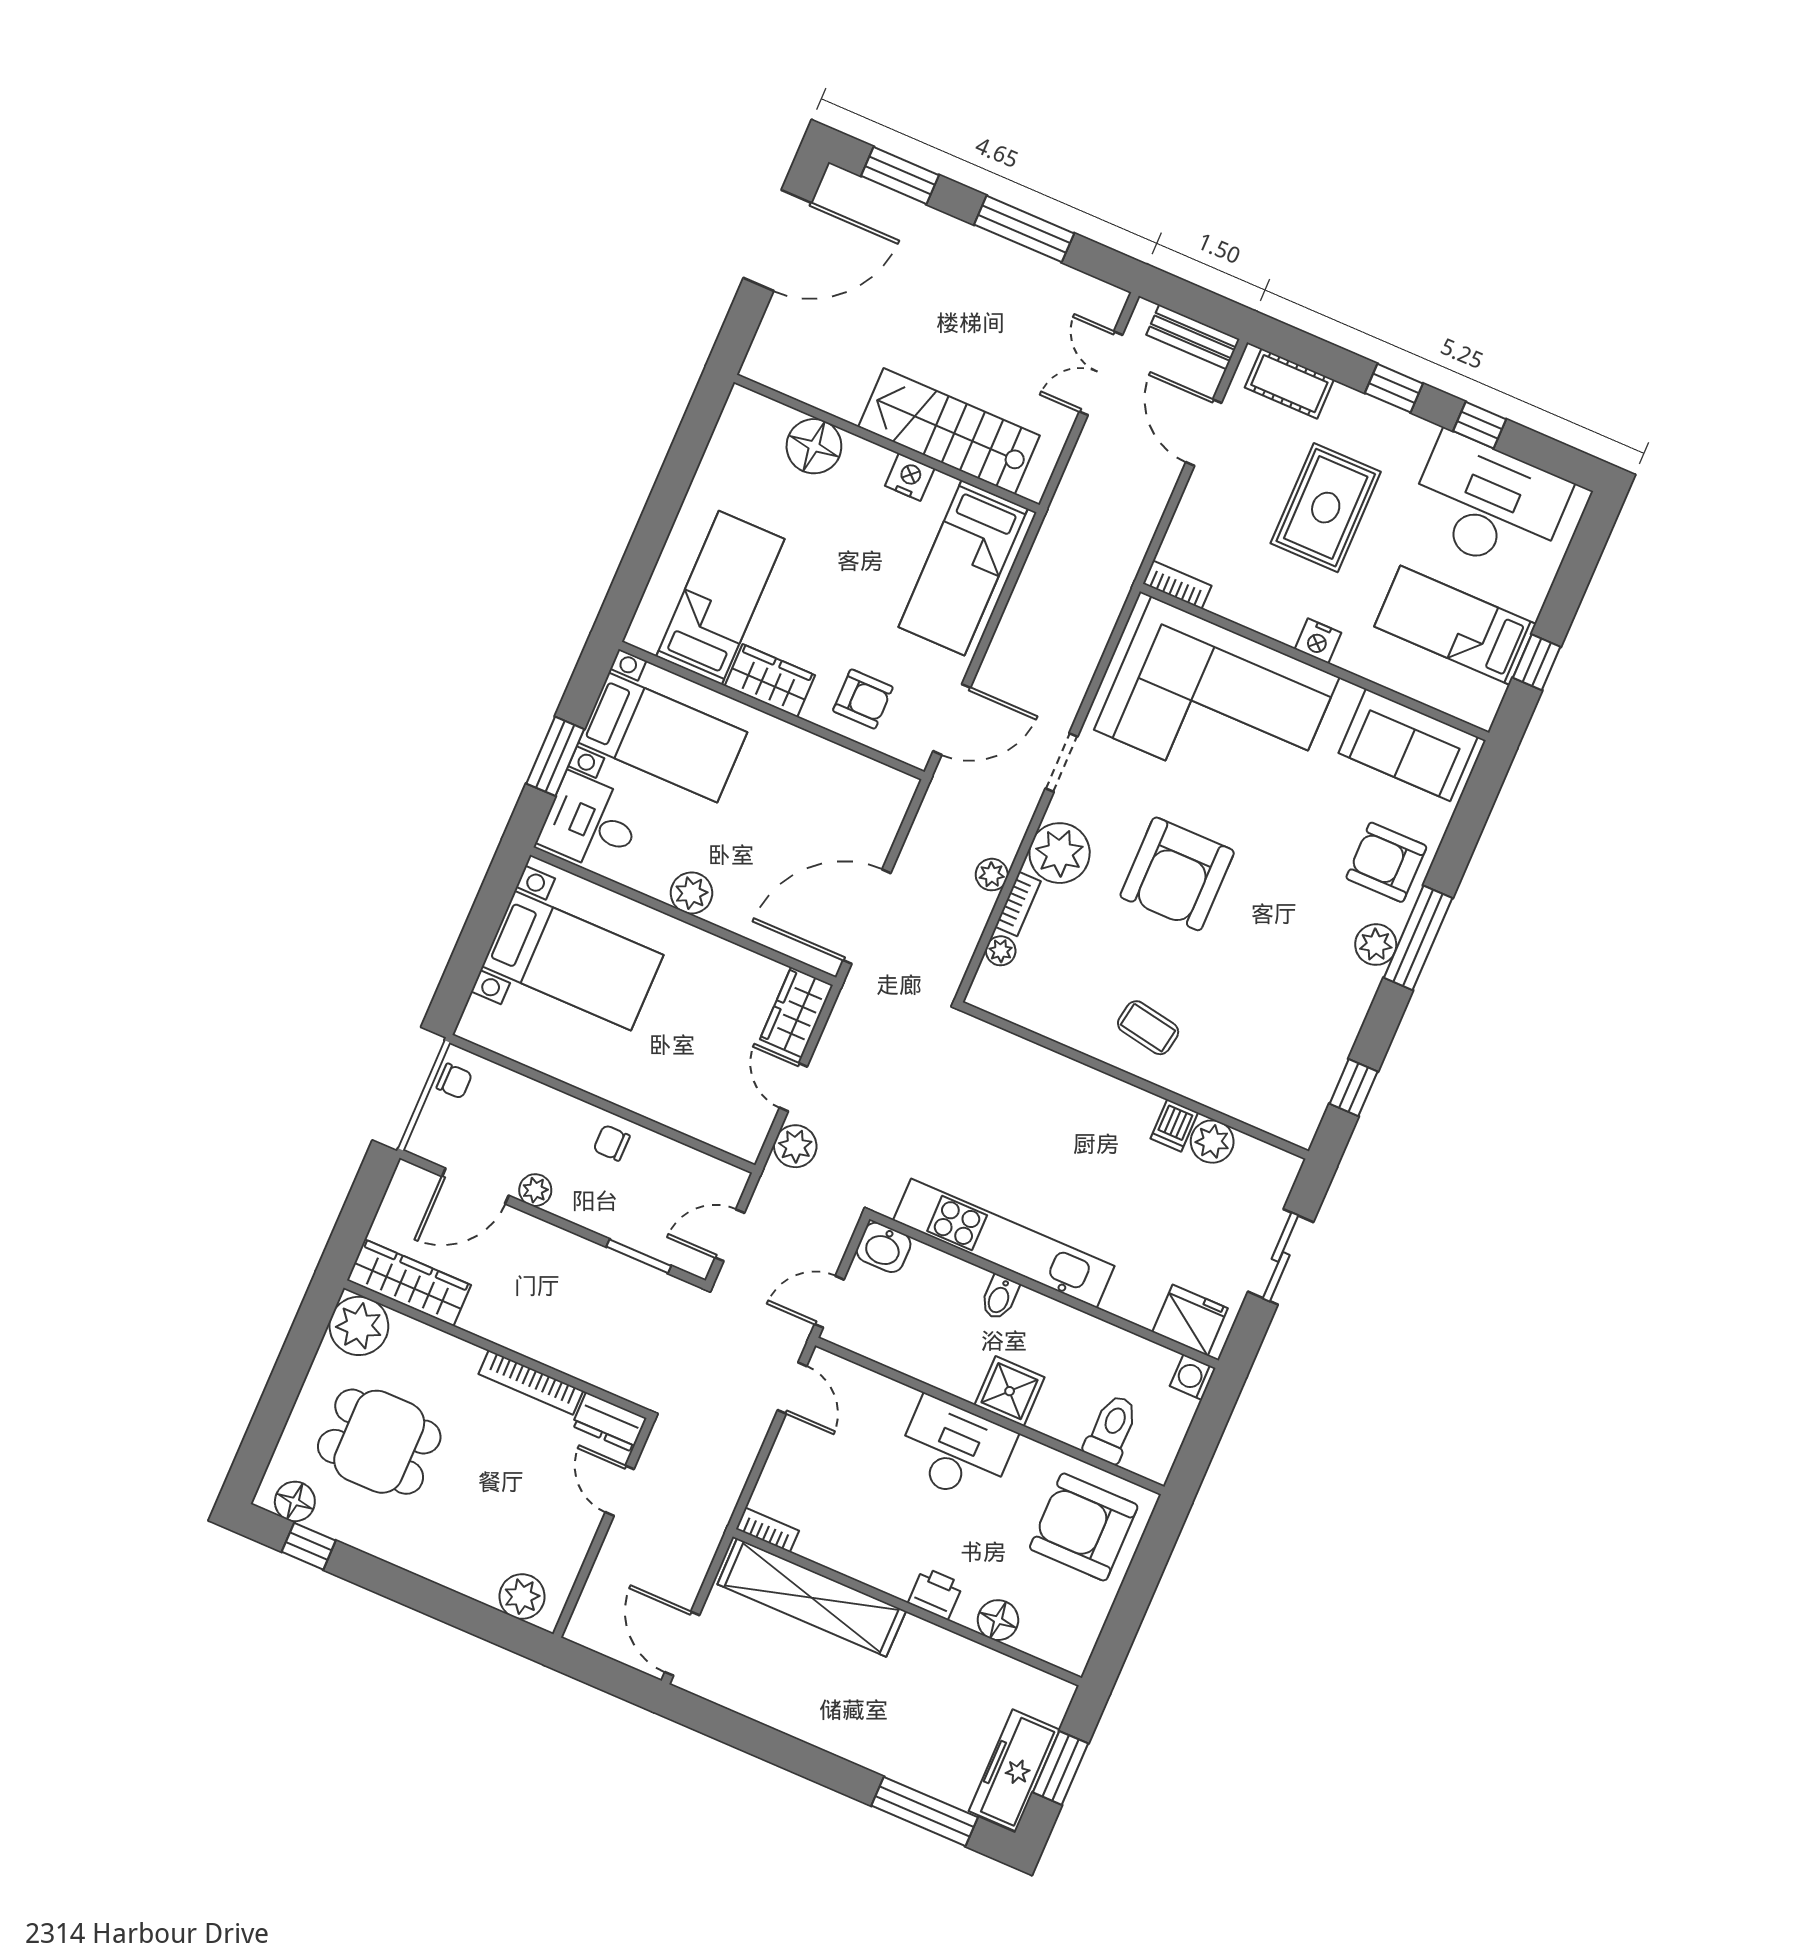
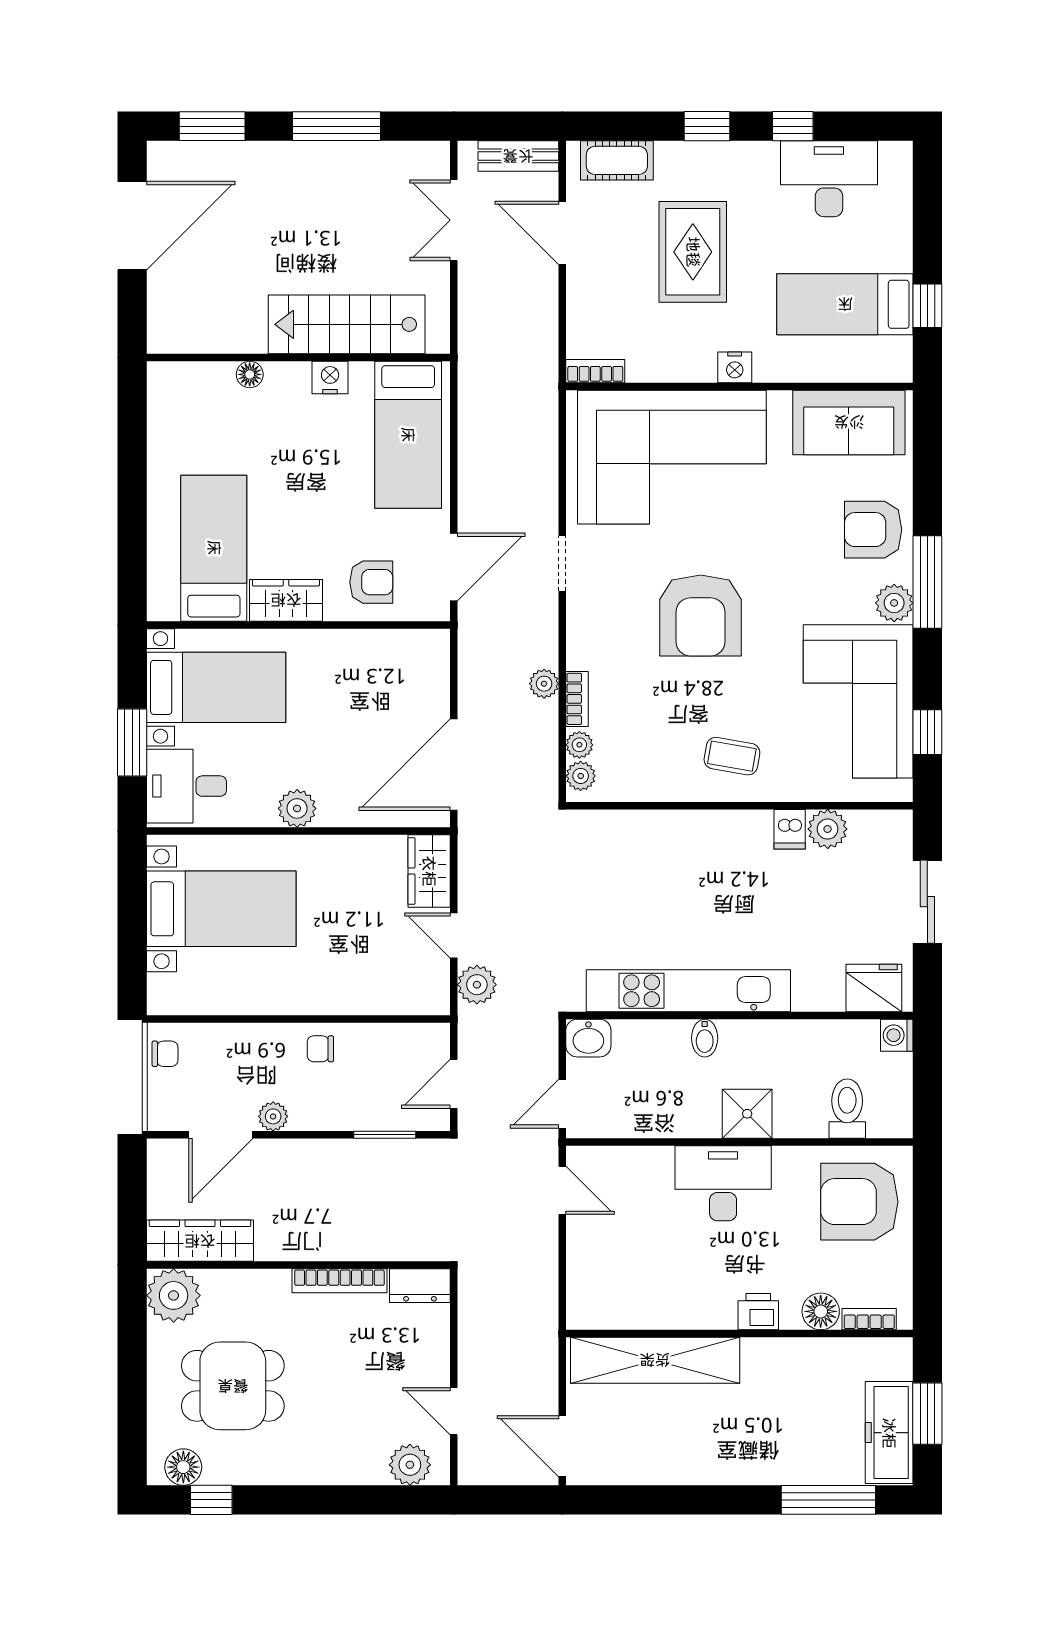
floor lamp: (814, 446) -> (250, 374), width x0.53, depth x0.53
desk: (1488, 504) -> (829, 179), width x0.73, depth x0.77
plant: (1060, 853) -> (581, 776), moved, width x0.53, depth x0.53
corner sofa: (1298, 1027) -> (858, 701), added
door: (620, 1491) -> (454, 1411), moved
bookcase: (767, 1530) -> (869, 1319), moved

